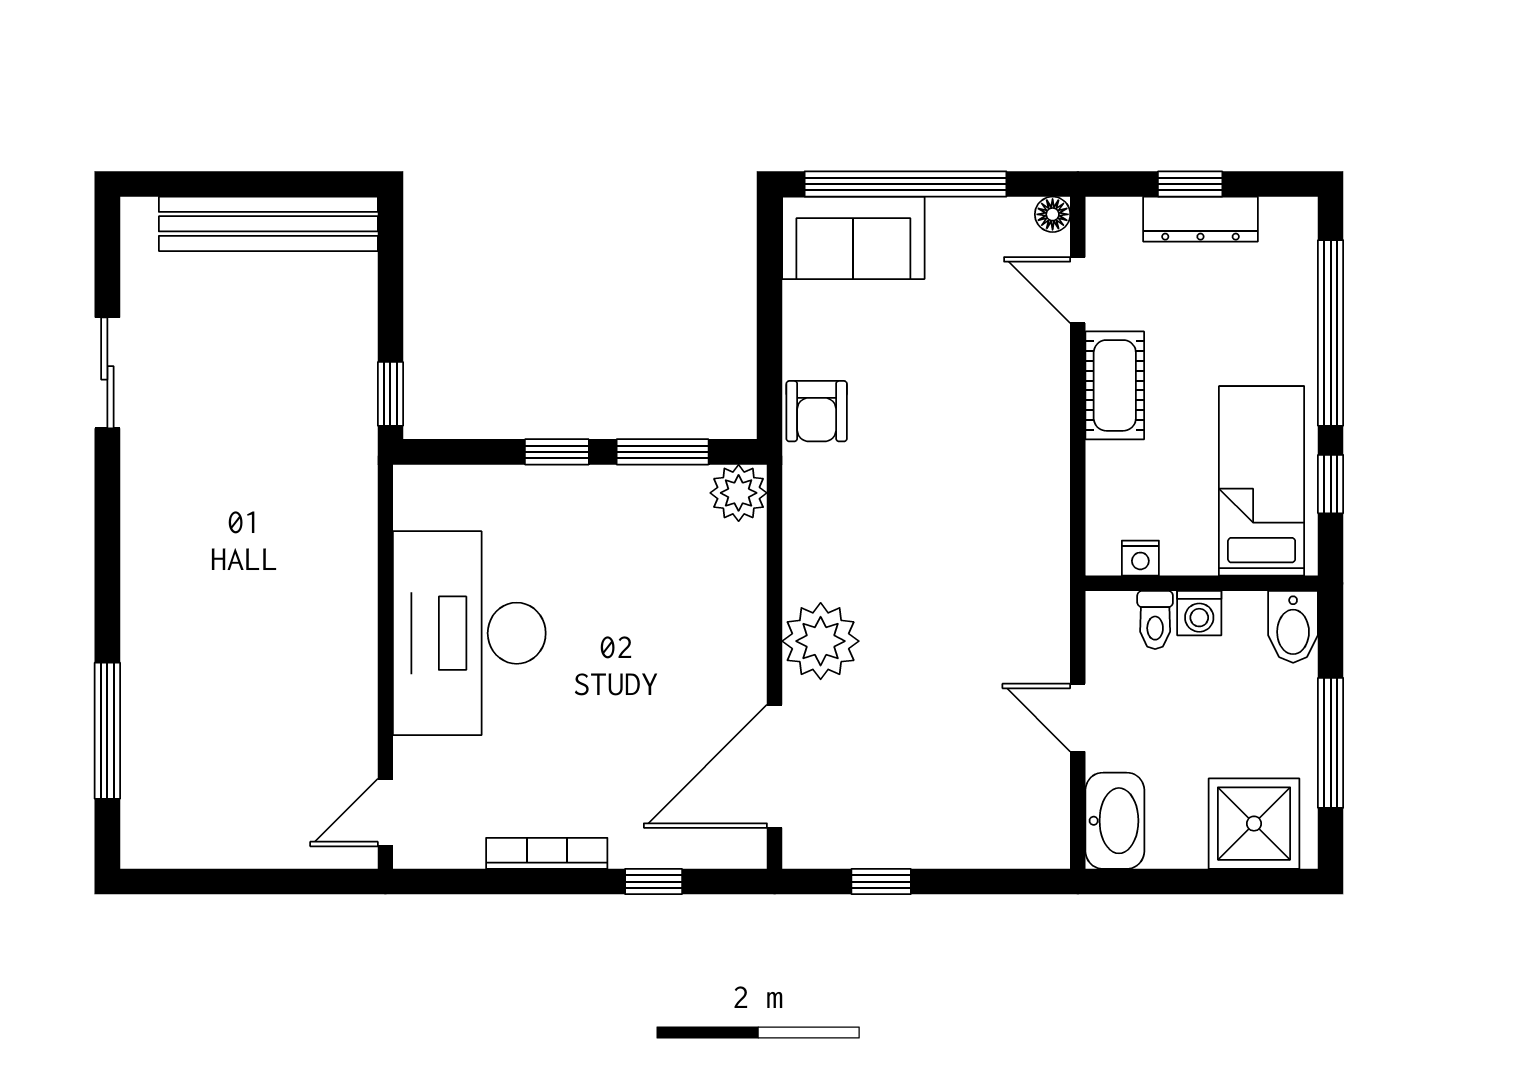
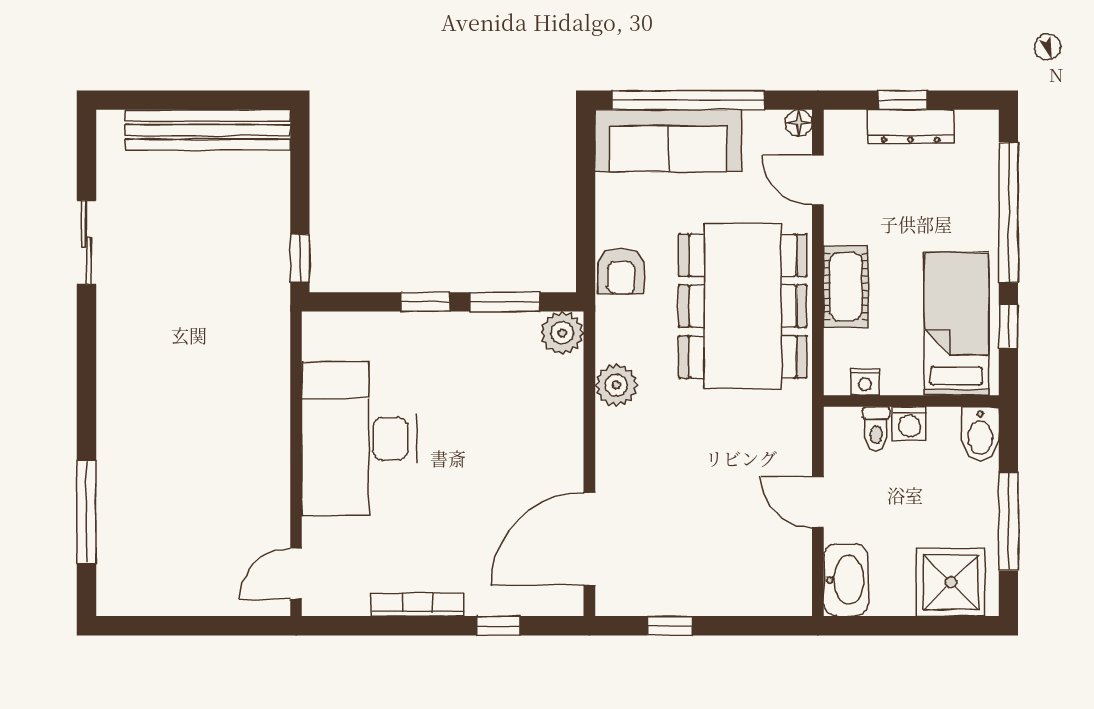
sofa: (853, 238) -> (668, 141), width x1.36
cot: (1115, 385) -> (846, 287), moved
dining table: (978, 457) -> (743, 306), added
plant: (821, 641) -> (616, 385), moved, width x0.73, depth x0.73

